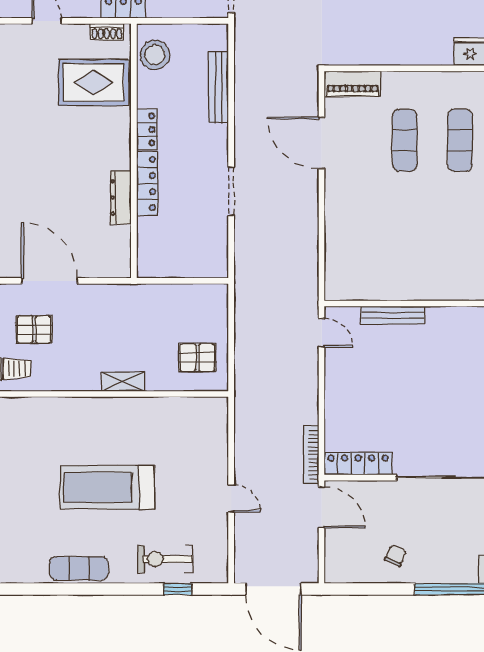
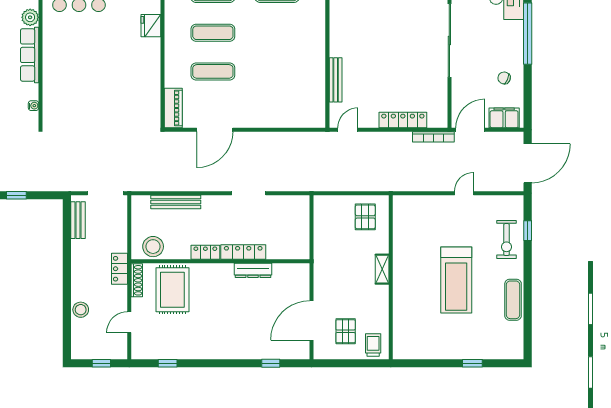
shoe rack: (107, 32) -> (137, 280), width x1.43
locker: (358, 464) -> (403, 120), moved, turned 90
filing cabinet: (339, 556) -> (504, 118), added

